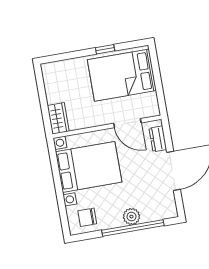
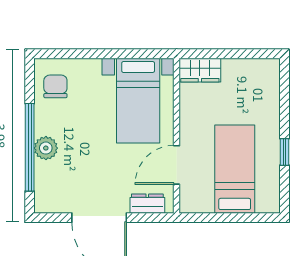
bed: (122, 75) -> (235, 169), width x0.67
bed with nightstands: (89, 167) -> (138, 101), width x0.73

